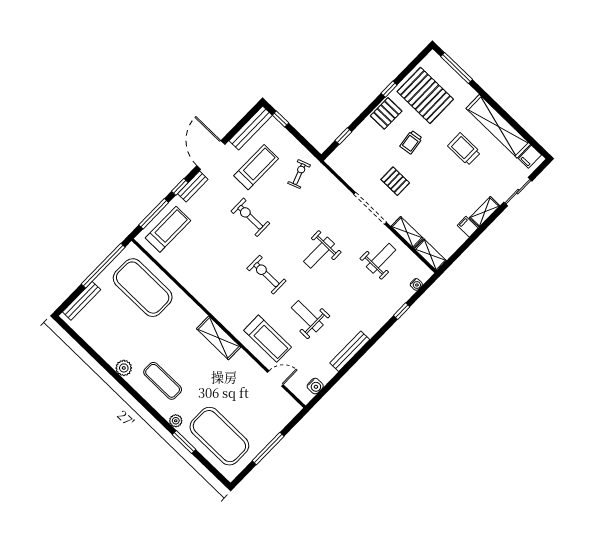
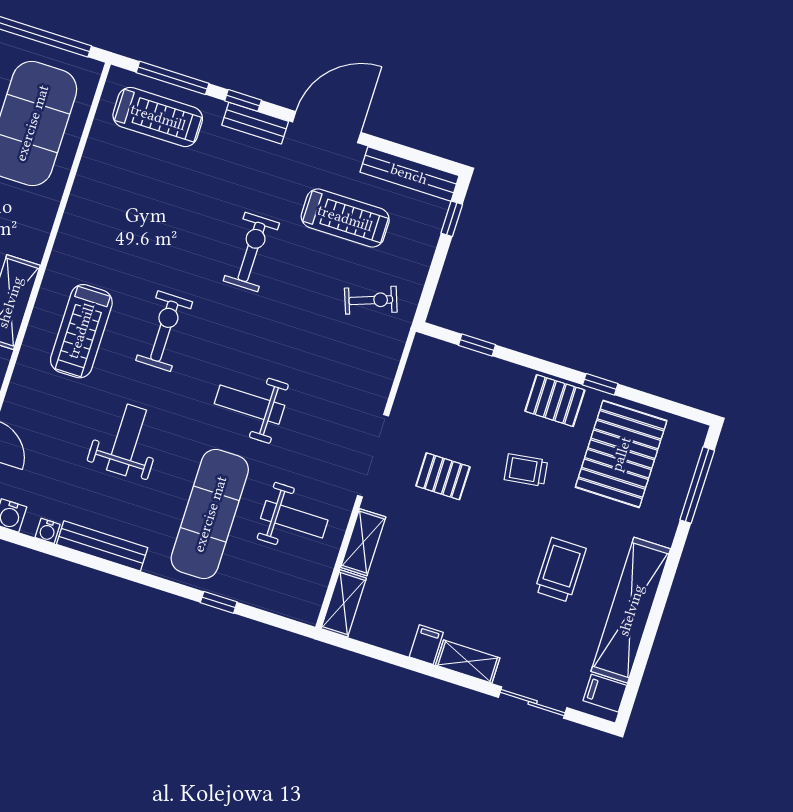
pallet: (395, 181) -> (443, 476), turned 90
water cooler: (416, 284) -> (48, 531), moved
exercise mat: (360, 295) -> (210, 514), added
treadmill: (268, 339) -> (81, 331), moved

